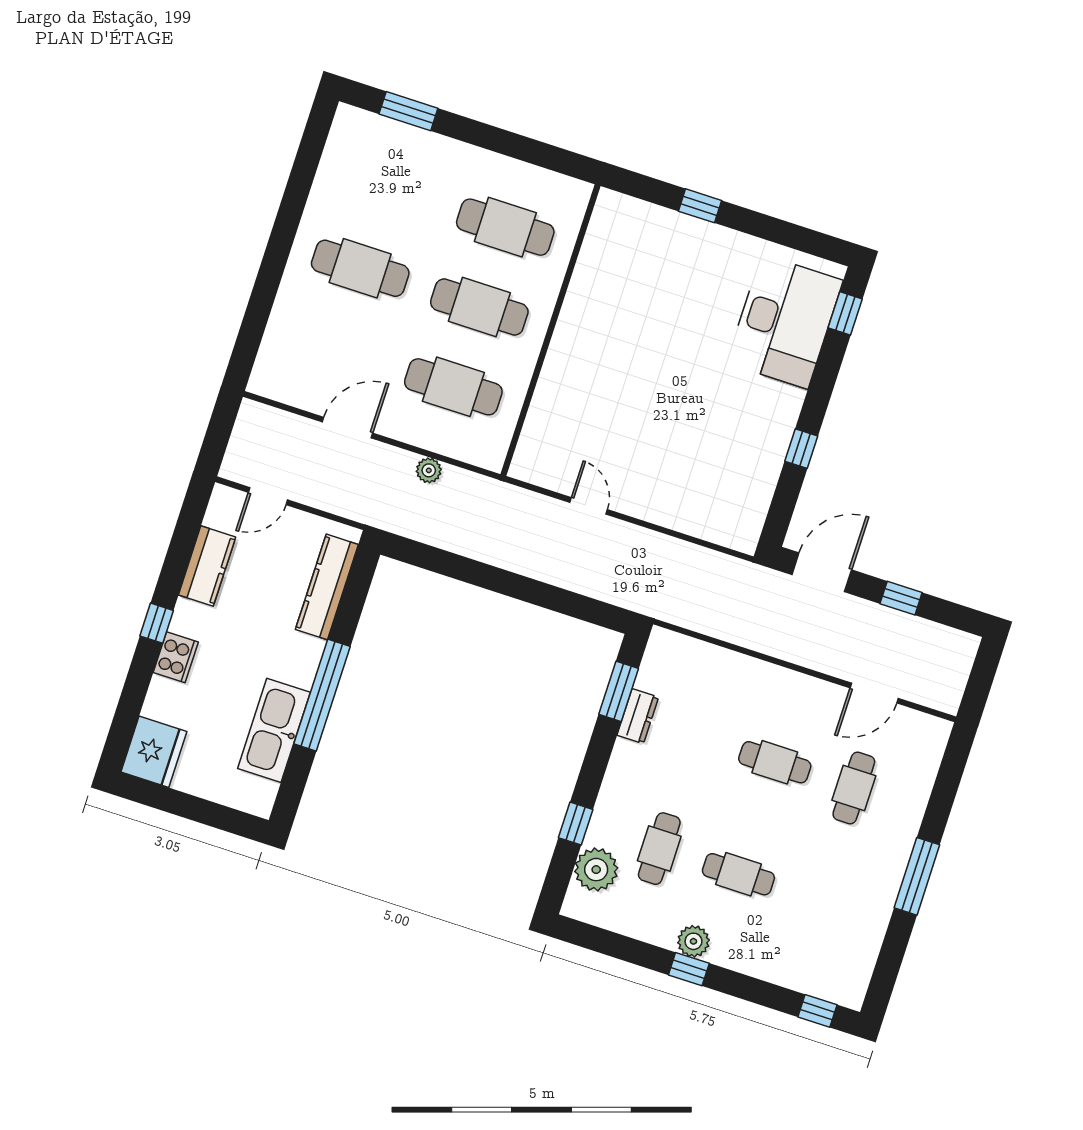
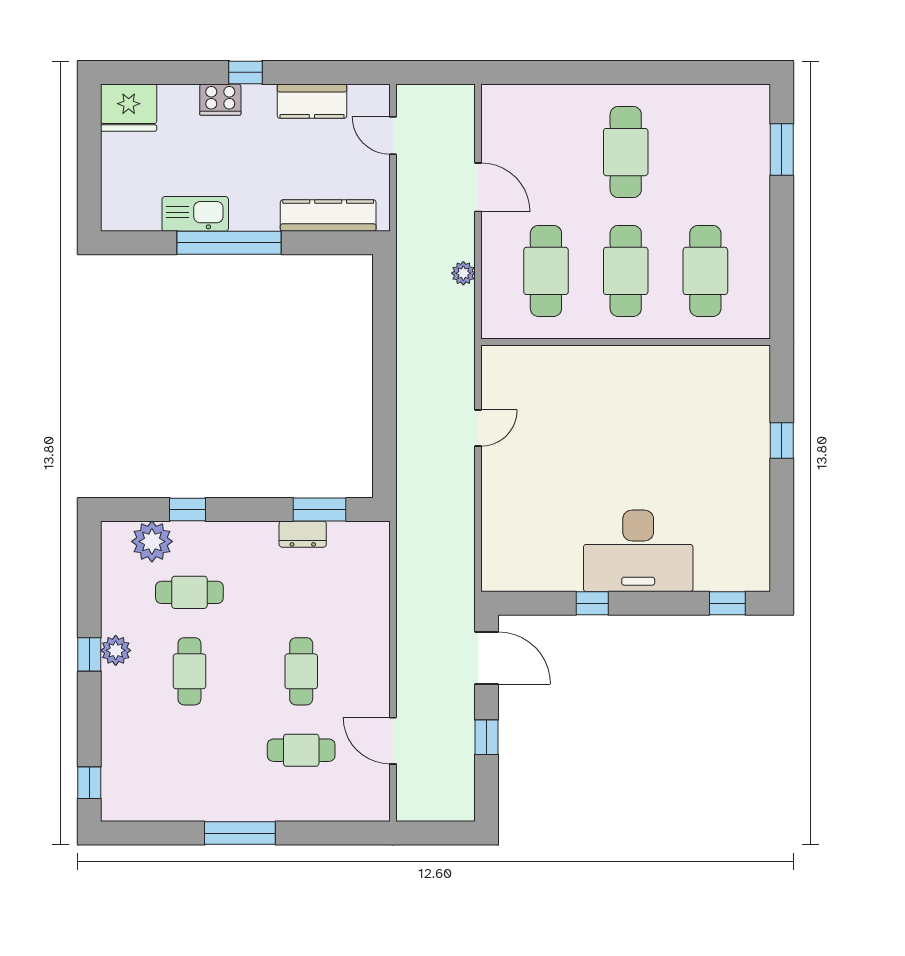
desk: (785, 322) -> (638, 551), moved
kitchen sink: (274, 730) -> (195, 214), width x0.73, depth x0.81

